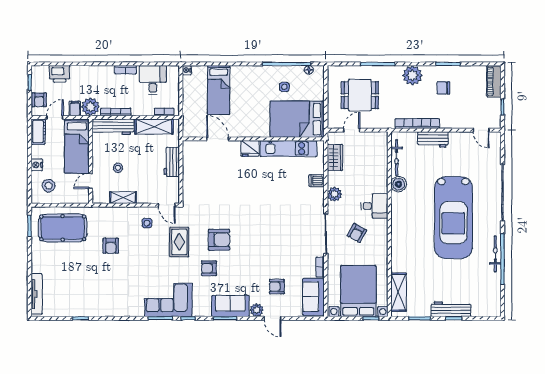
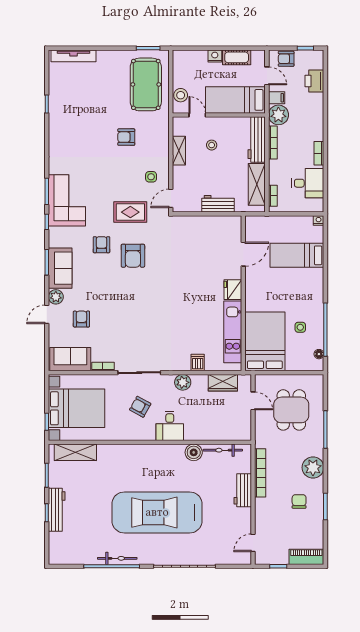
cot: (38, 132) -> (237, 57), moved
stool: (49, 186) -> (181, 95), moved

